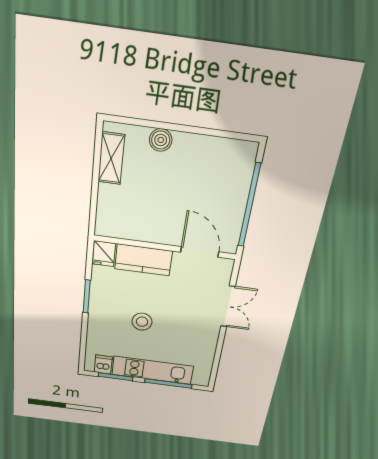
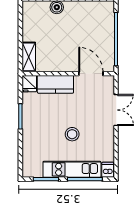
shelving: (111, 158) -> (29, 57), moved
stool: (142, 322) -> (72, 134), moved
dishwasher: (103, 365) -> (108, 170), moved

